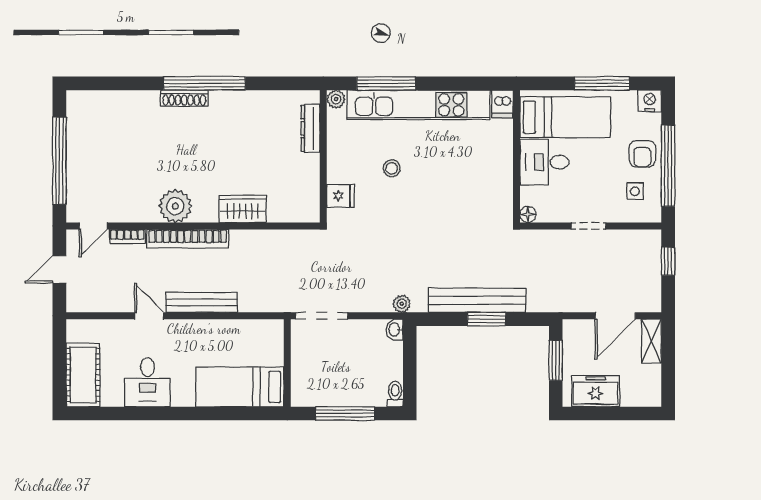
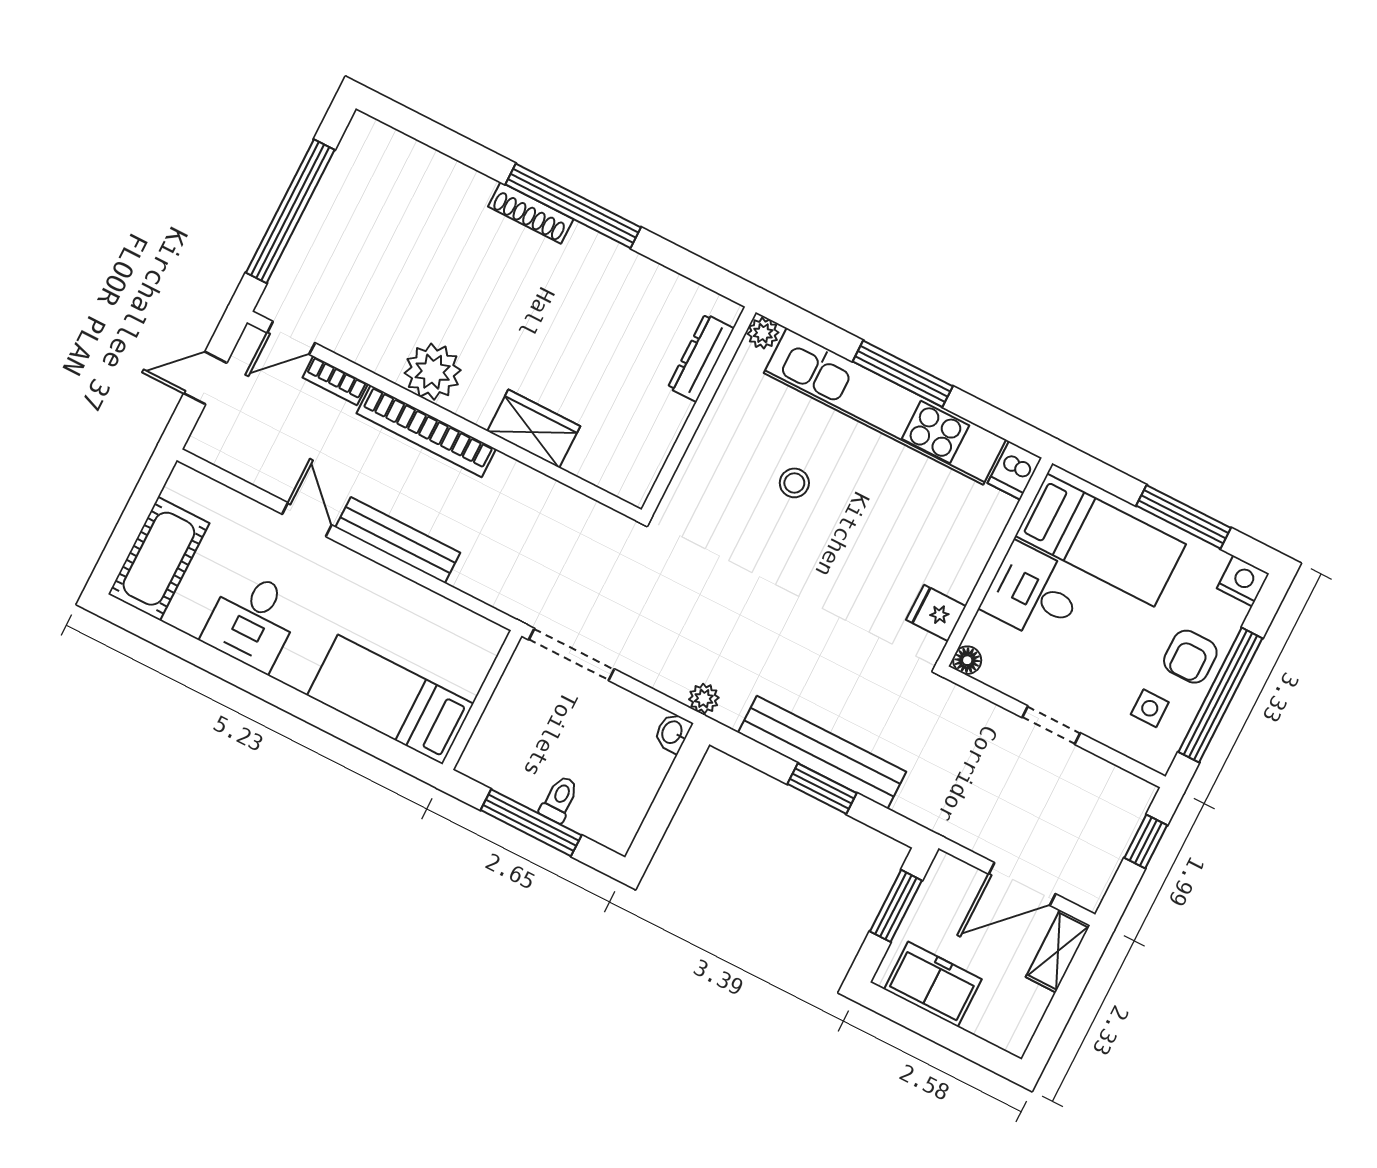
window: (386, 83) -> (903, 374), moved
fridge: (340, 196) -> (936, 613), moved, turned 180
toilet: (395, 394) -> (559, 799), moved

